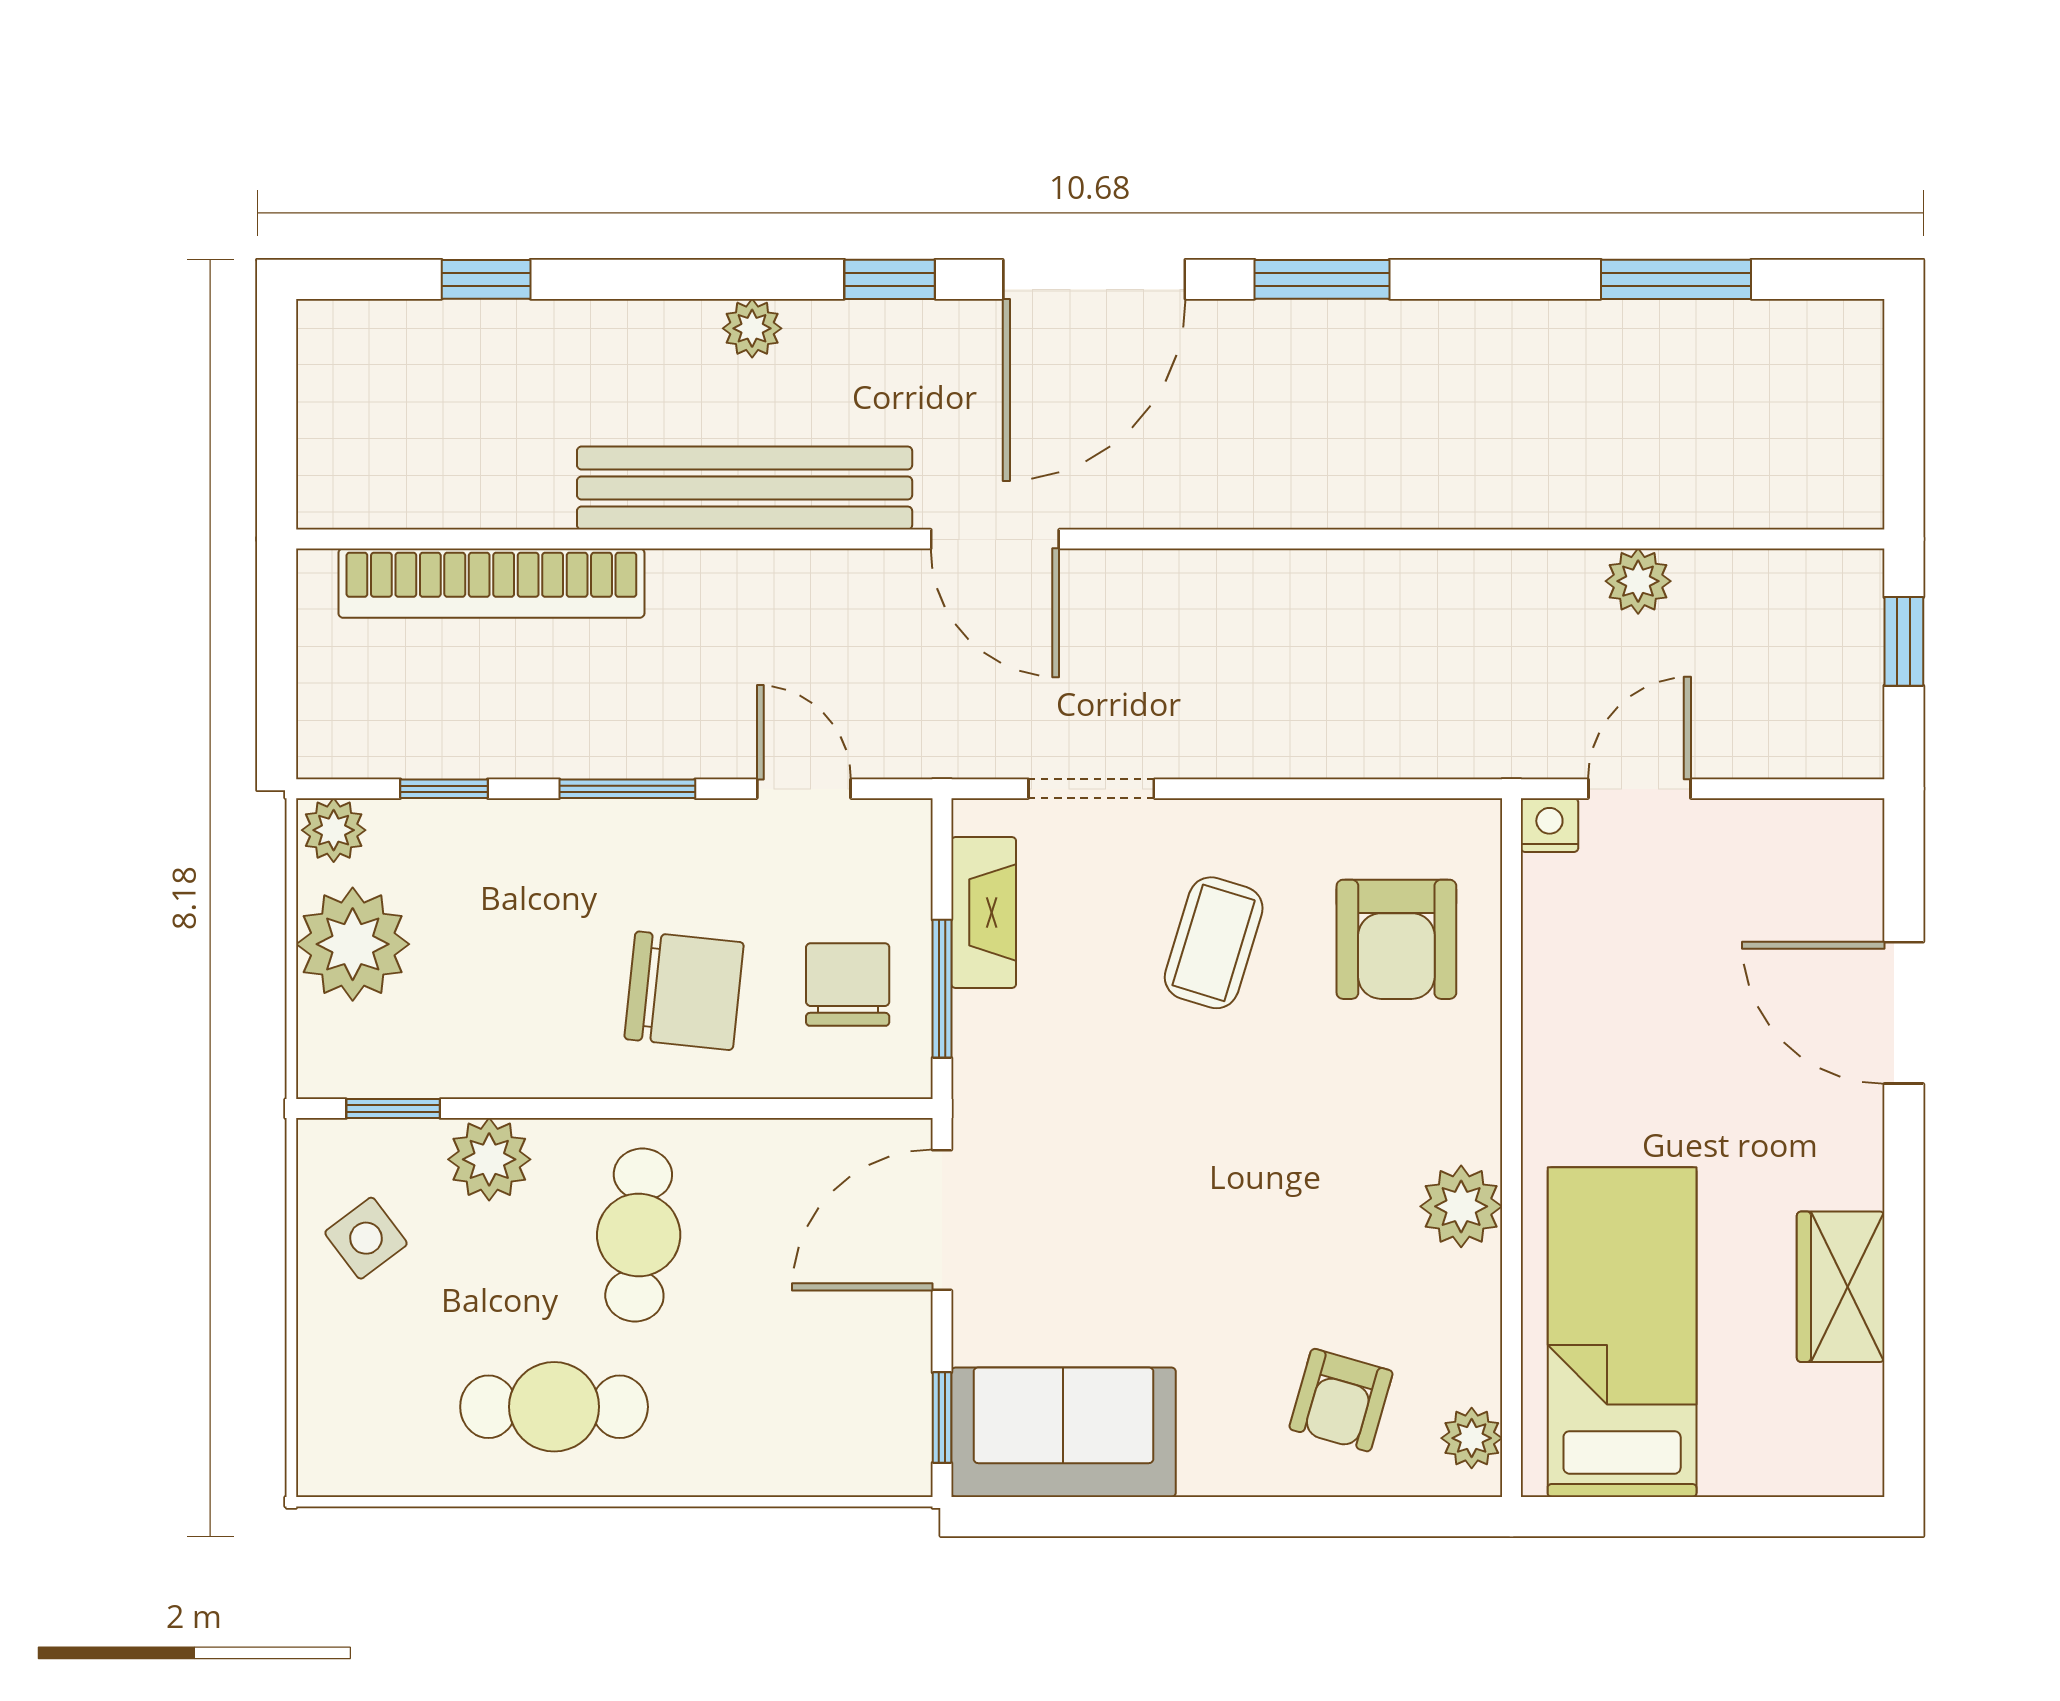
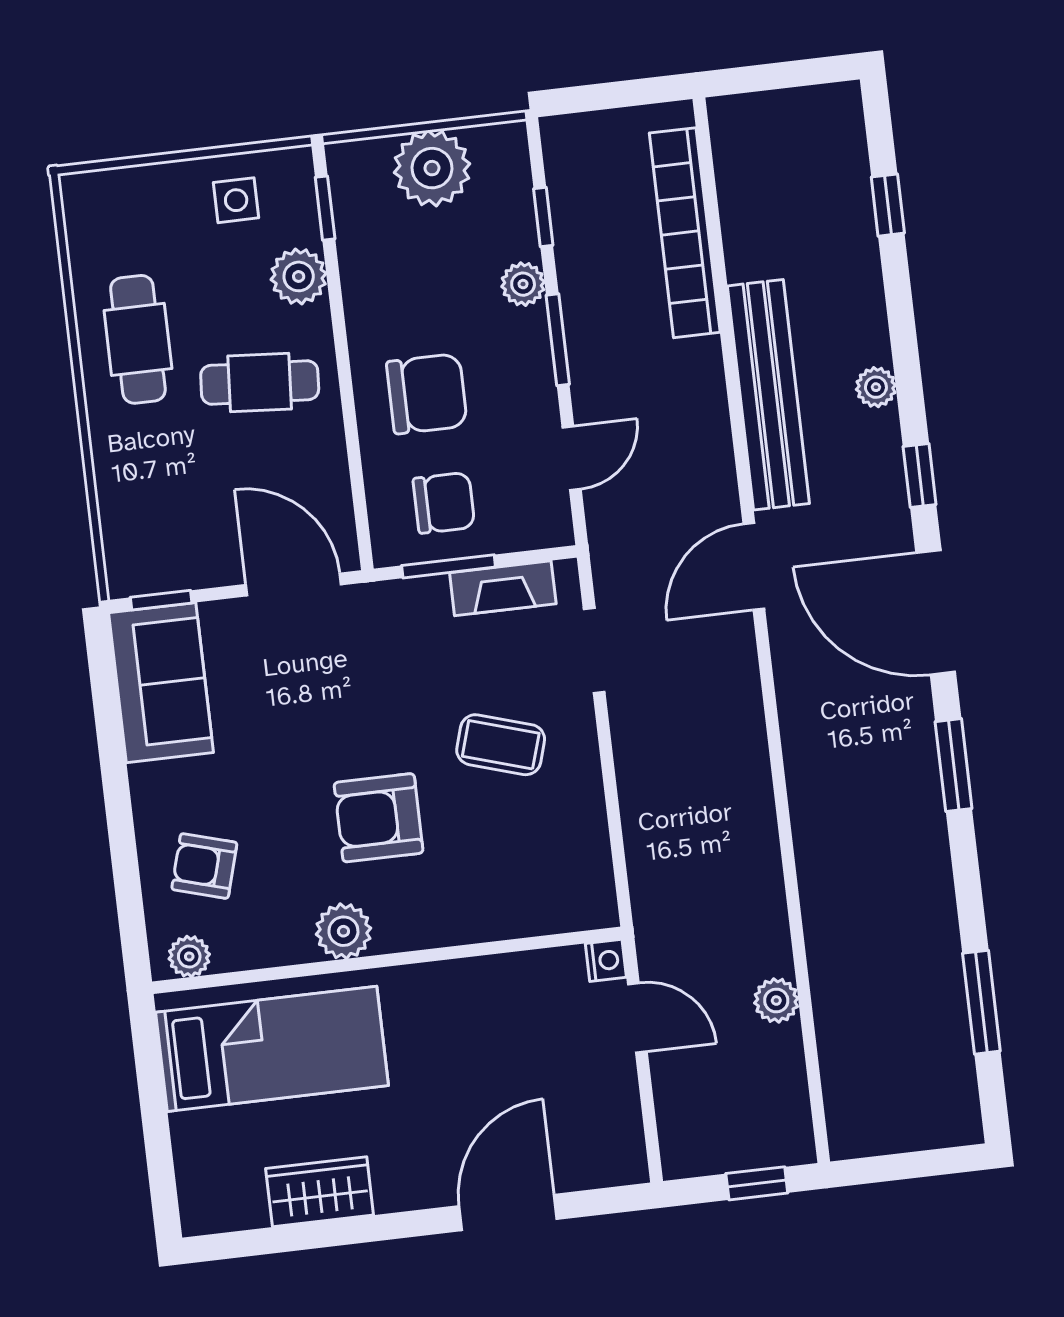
plant: (334, 830) -> (523, 284), moved
armchair: (1396, 939) -> (379, 818), moved
chair: (684, 991) -> (427, 394), turned -96
side table: (366, 1238) -> (236, 200), turned 37

